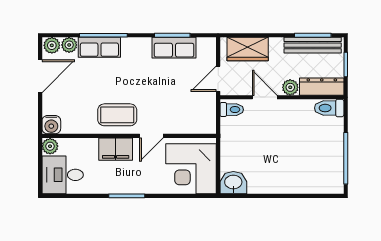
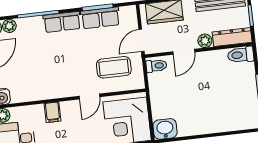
row of seats: (99, 47) -> (62, 22), moved
door: (265, 97) -> (184, 52), swing flipped
coffee table: (117, 115) -> (114, 67), moved
filing cabinet: (116, 149) -> (53, 112), width x0.50

